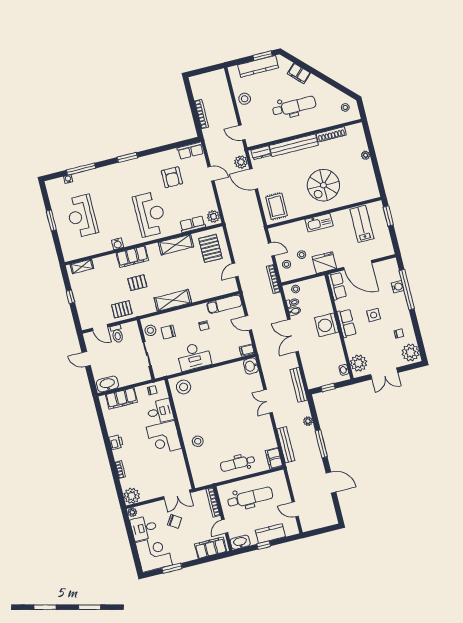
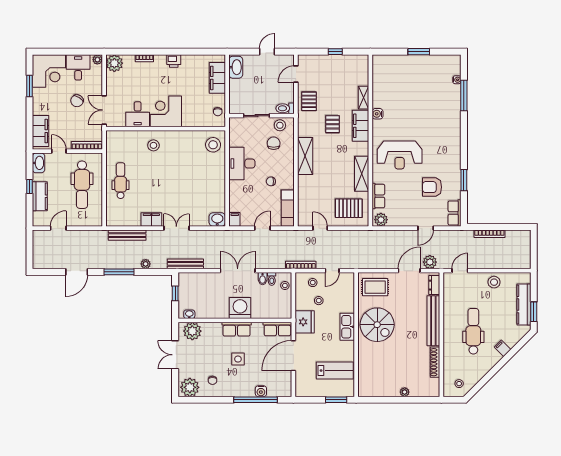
filing cabinet: (299, 73) -> (502, 348), width x0.50
dental chair: (294, 106) -> (473, 331), turned 180
window: (127, 157) -> (464, 180), moved
spiral stairs: (323, 185) -> (377, 325), moved, turned 180
reception desk: (82, 216) -> (415, 84), removed
shelving: (82, 266) -> (363, 98), moved
toilet: (117, 334) -> (285, 108), moved
desk: (160, 411) -> (138, 114), moved
filing cabinet: (274, 458) -> (151, 219), moved

